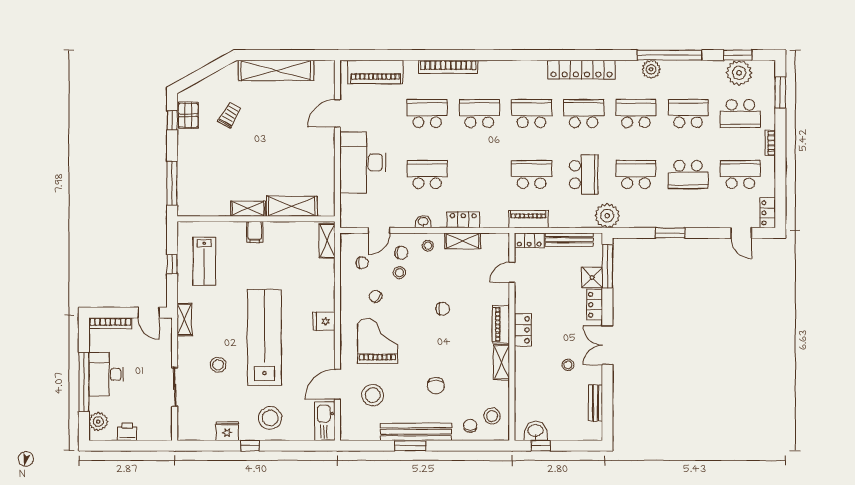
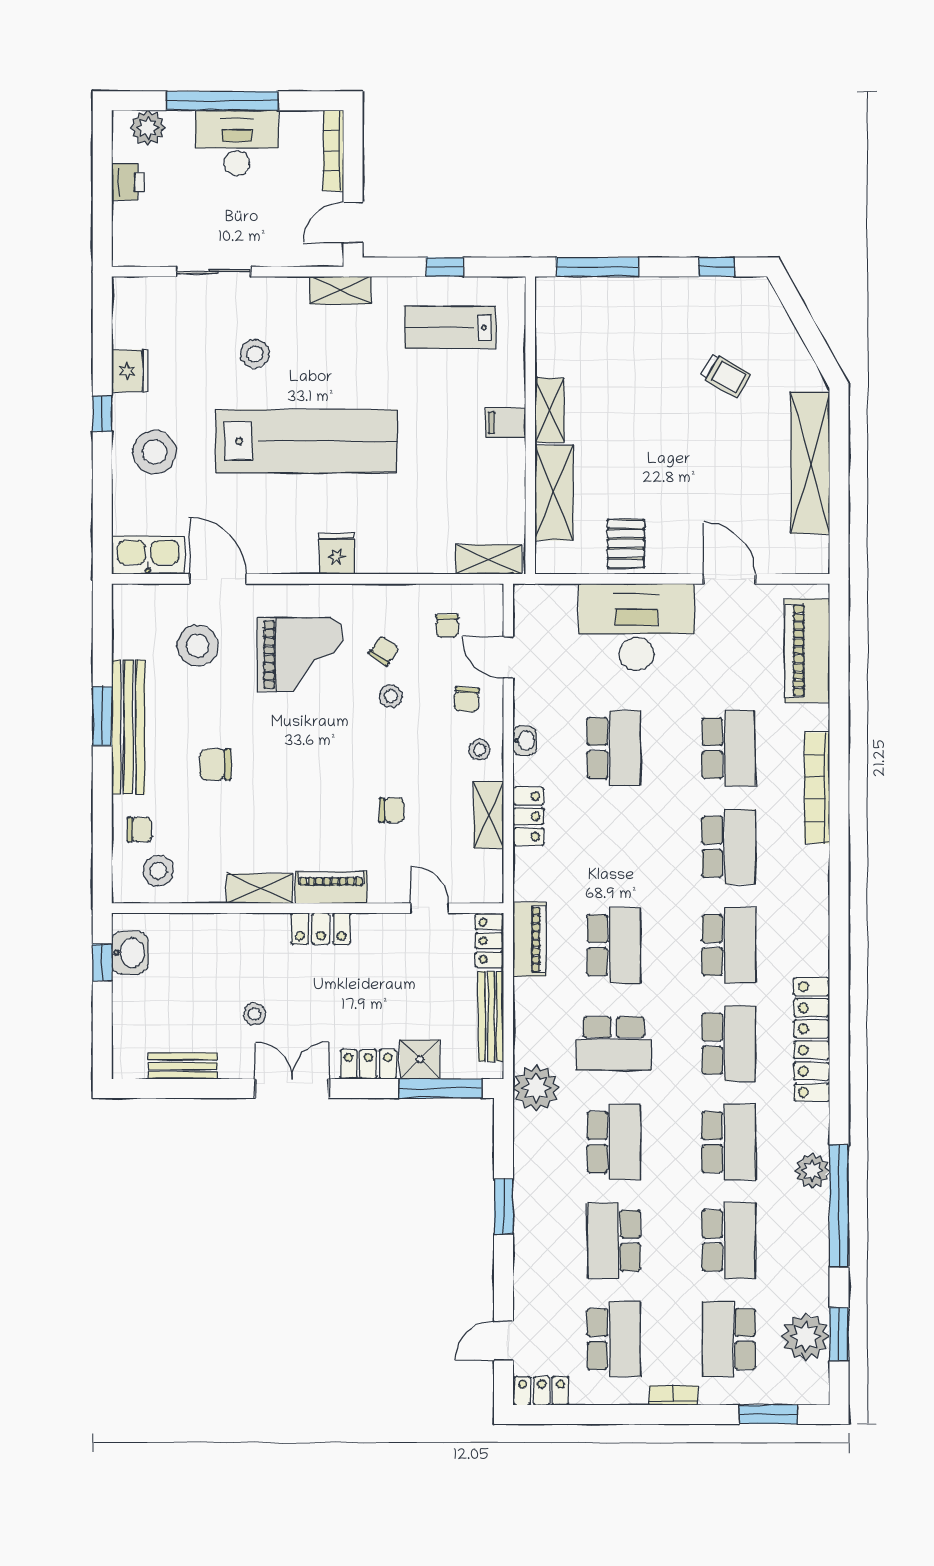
pallet: (188, 115) -> (626, 544), moved, turned 90
stool: (399, 273) -> (391, 696), moved
chair: (443, 309) -> (392, 810), moved, turned -90

